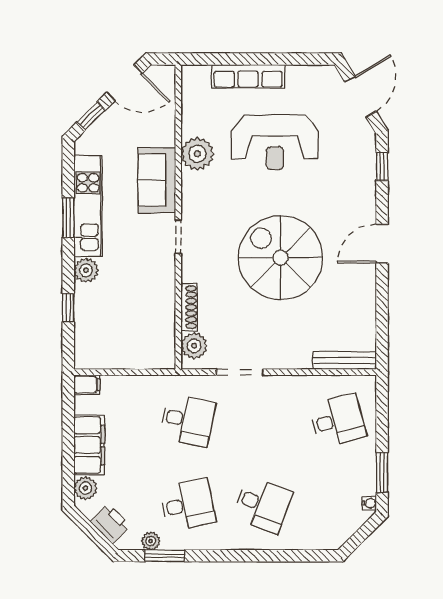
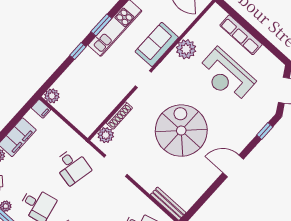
plant: (86, 270) -> (52, 96), moved
window: (68, 308) -> (78, 51), moved

